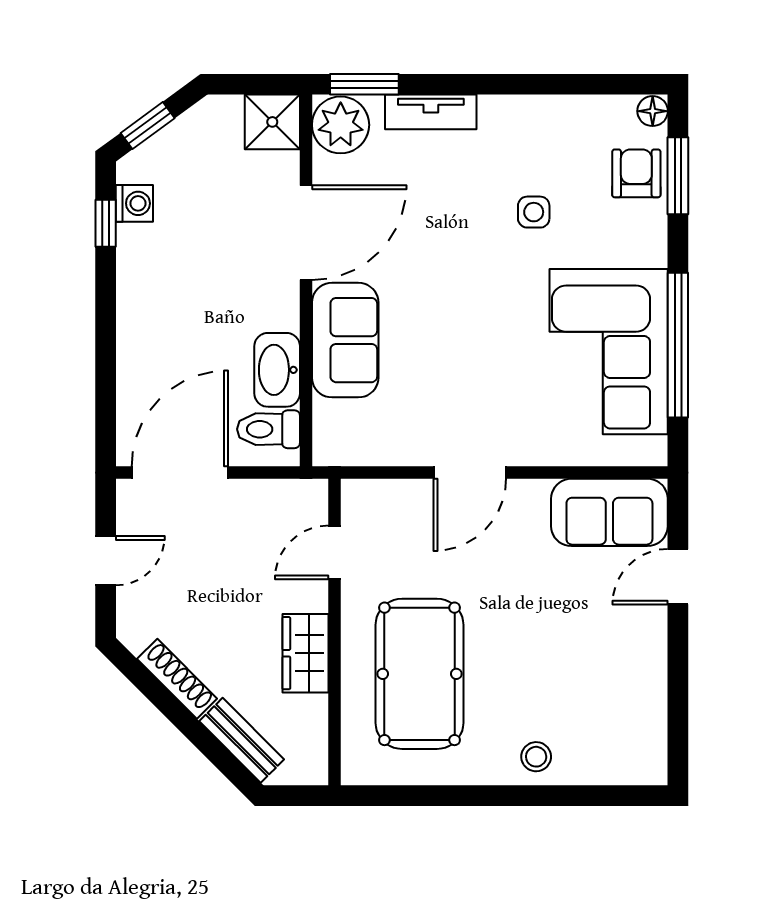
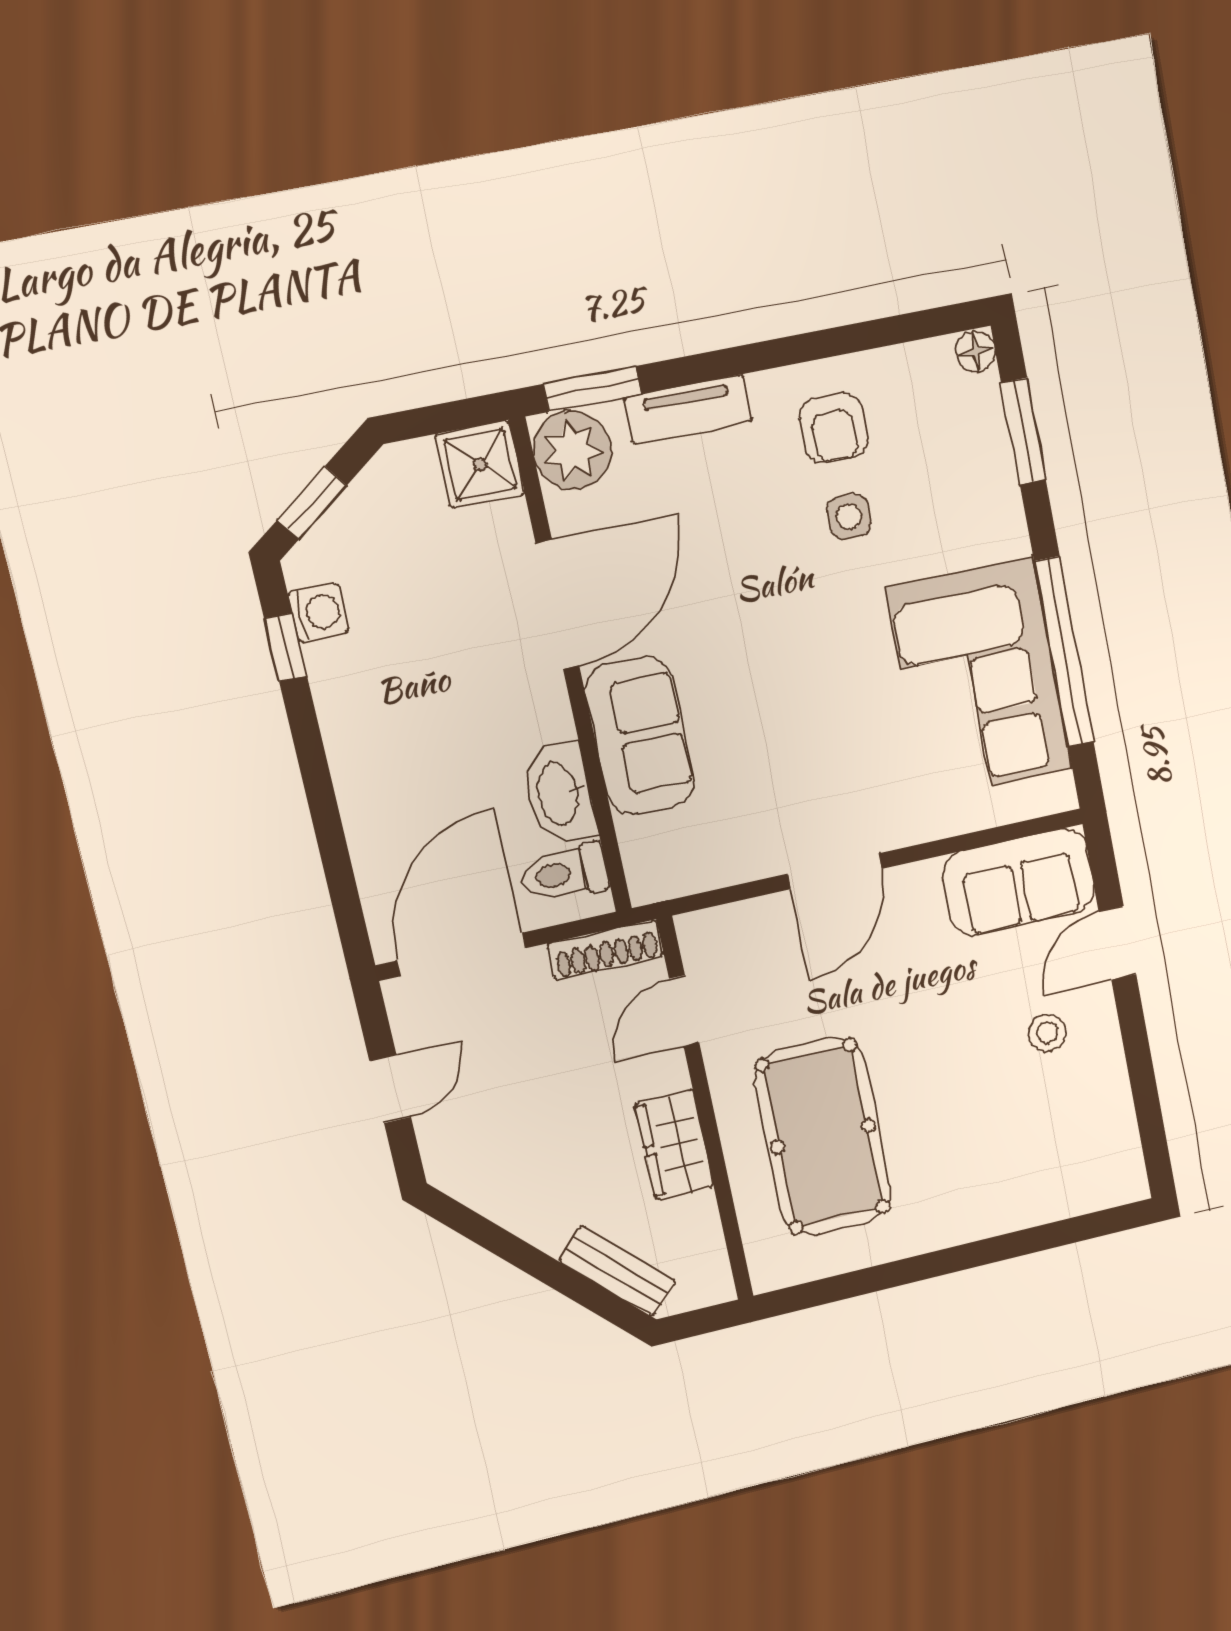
armchair: (636, 173) -> (833, 428), moved, turned 180
shoe rack: (177, 679) -> (606, 950), moved, turned 135
stool: (536, 757) -> (1047, 1033), moved

